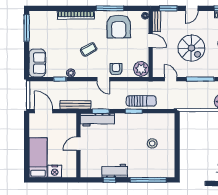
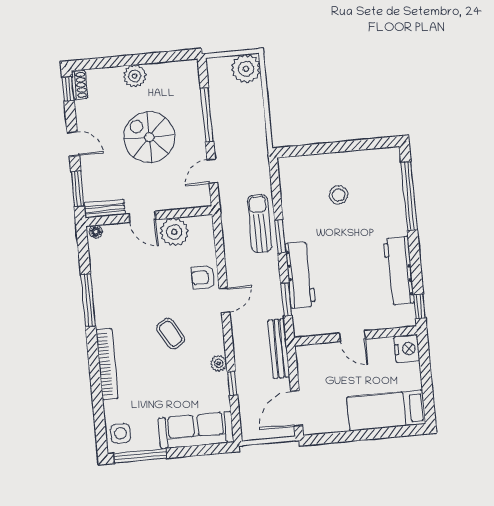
side table: (39, 19) -> (120, 433), added
armchair: (119, 27) -> (121, 280), removed
door: (151, 41) -> (142, 217), swing flipped
spiral stairs: (191, 48) -> (149, 137), turned -90
sofa: (37, 63) -> (196, 430), width x1.36
plant: (141, 69) -> (174, 232), moved
workbench: (97, 120) -> (300, 275), moved
nightstand: (55, 171) -> (407, 349), moved
workbench: (115, 171) -> (399, 271), width x1.38
window: (109, 180) -> (420, 306), moved

